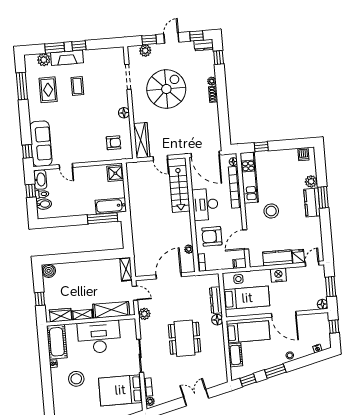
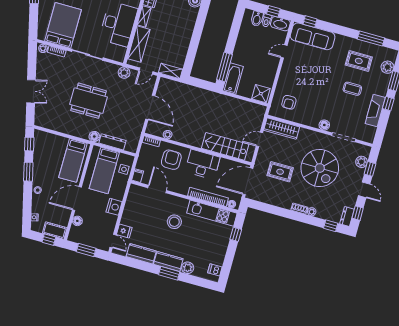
fireplace: (67, 58) -> (375, 110), moved
floor lamp: (124, 113) -> (324, 125), moved
rug: (184, 126) -> (280, 172), added
kitchen counter: (277, 258) -> (141, 254), moved, turned -90
floor lamp: (323, 304) -> (77, 221), moved
cot: (235, 355) -> (55, 230), moved

